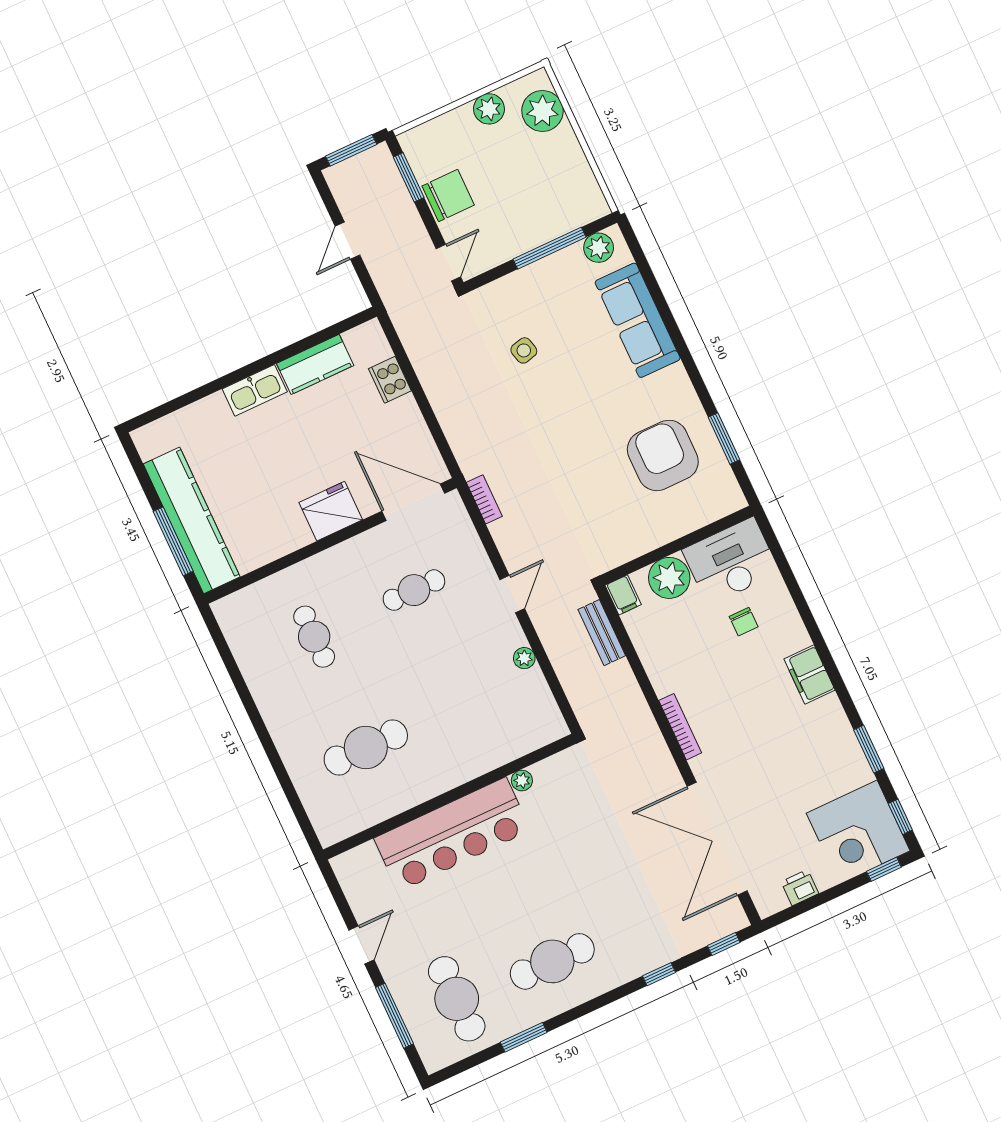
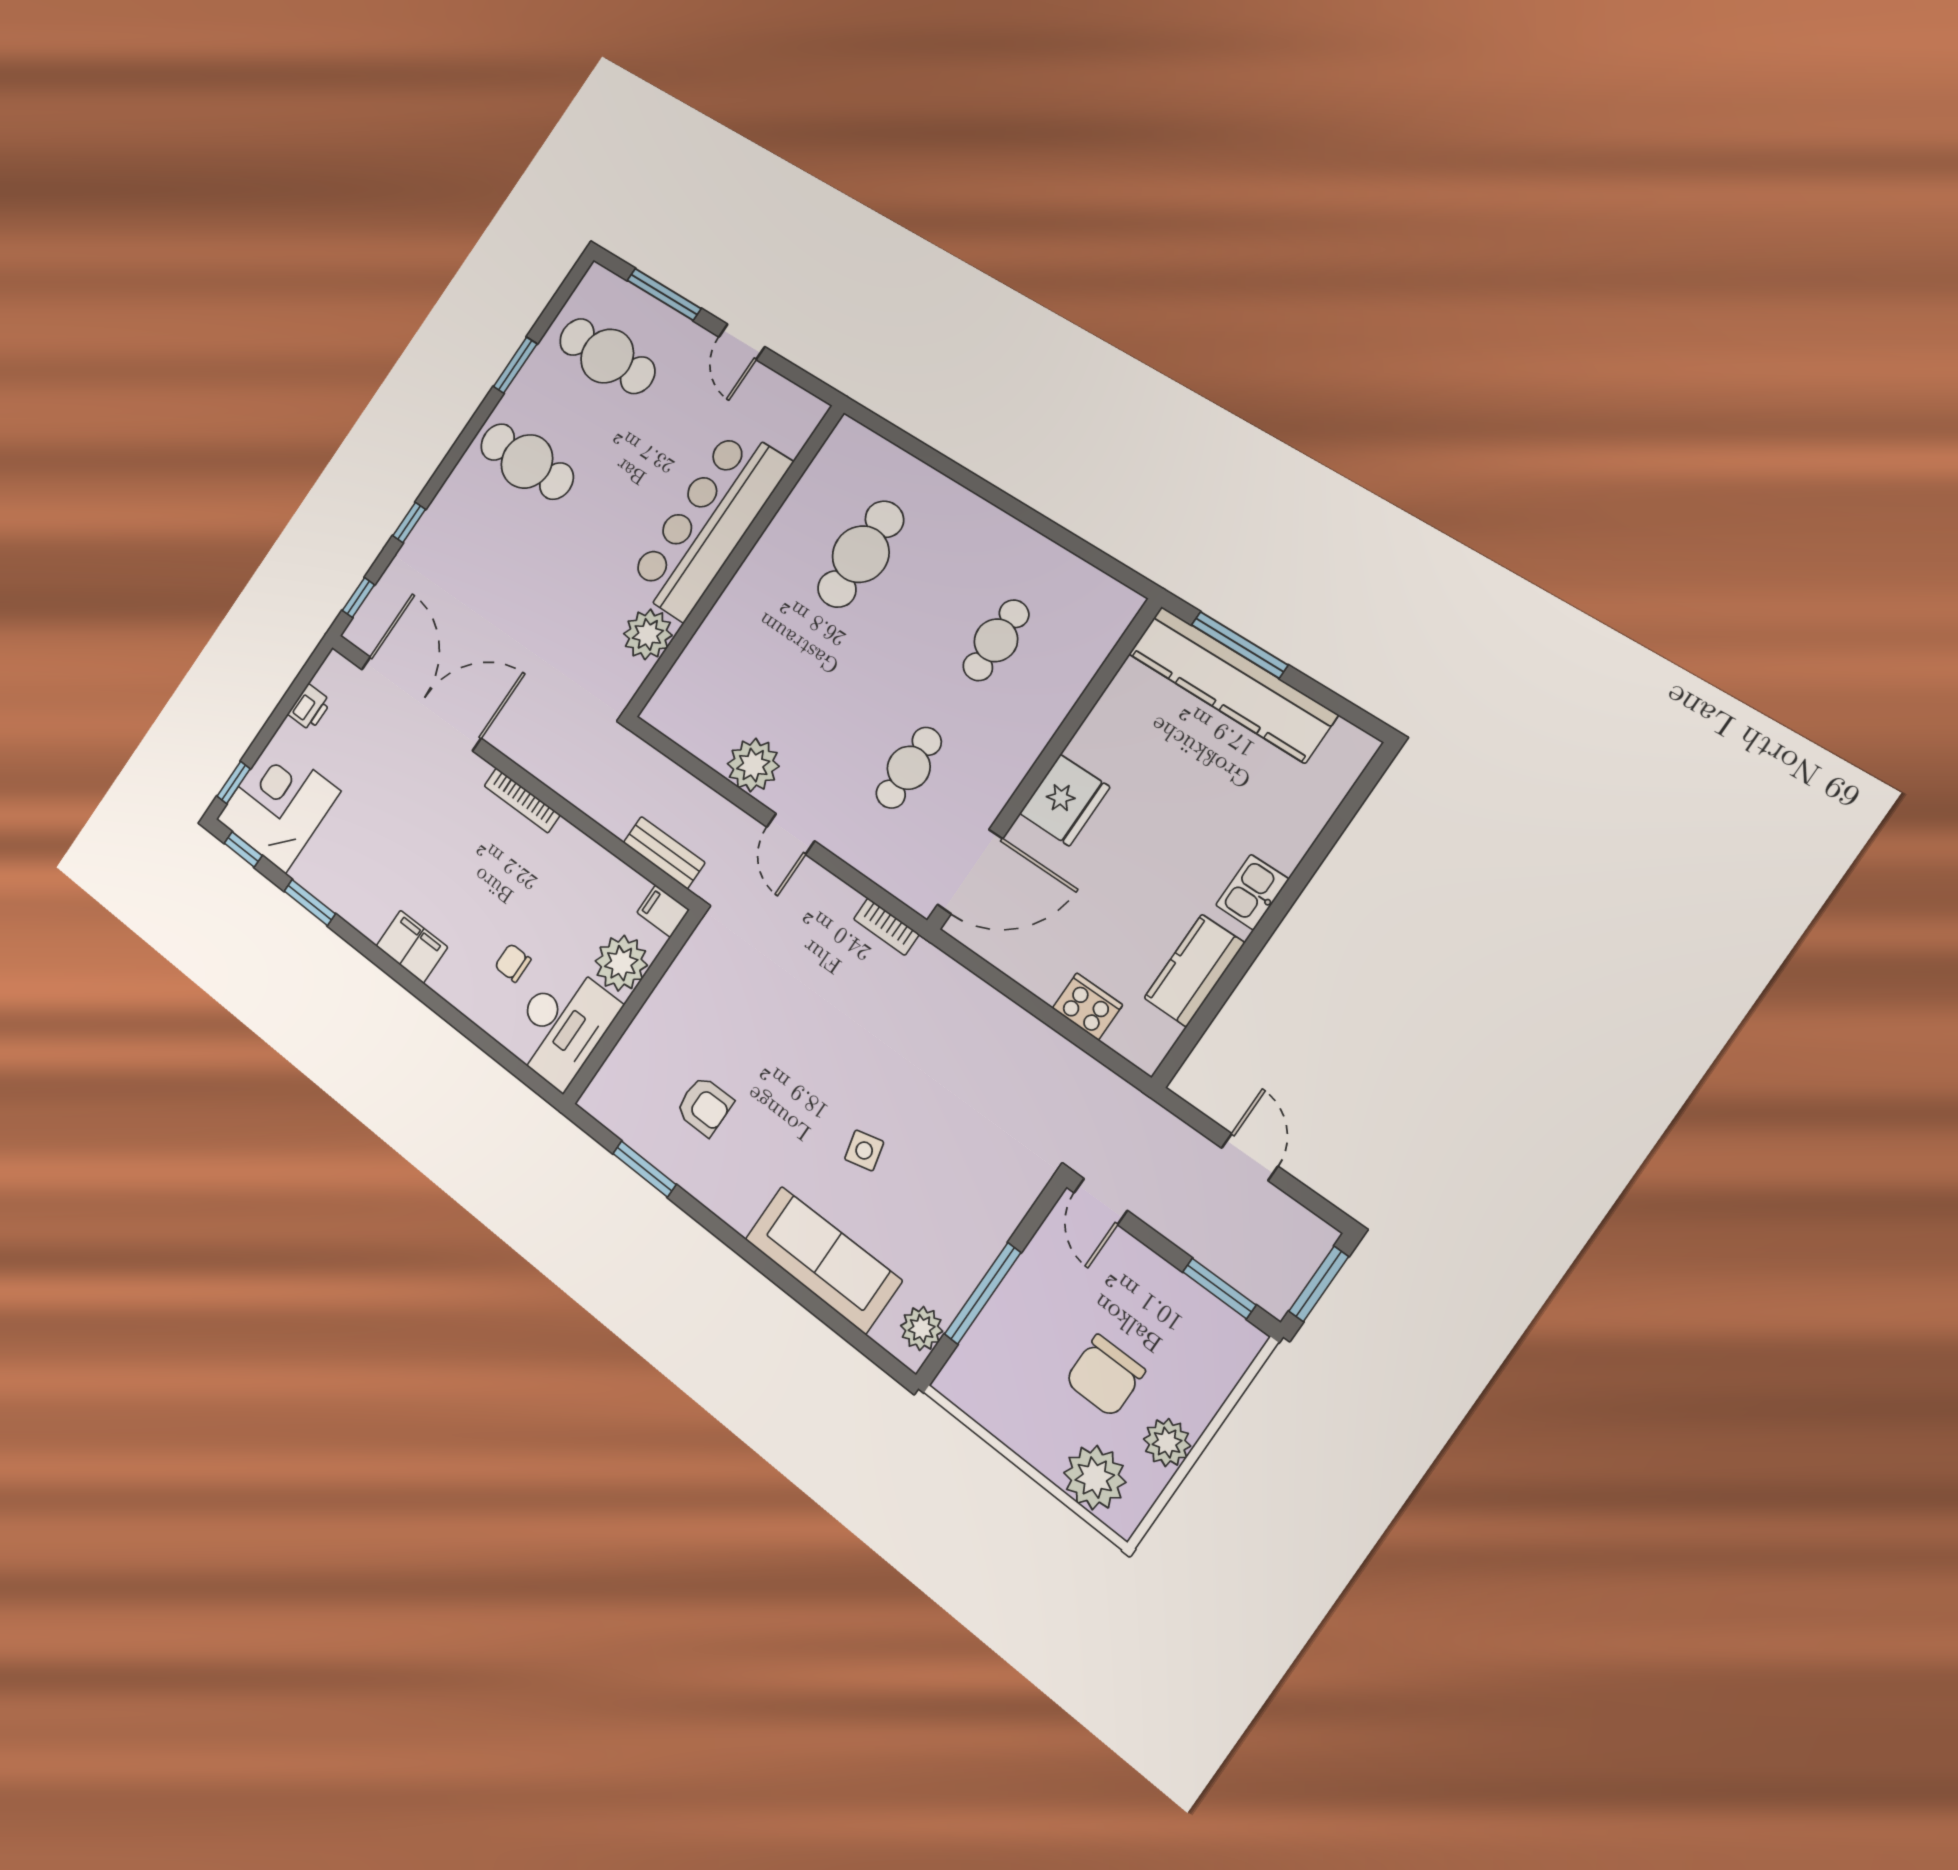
chair: (448, 196) -> (1105, 1376), moved
side table: (524, 350) -> (864, 1150), moved
kitchen sink: (255, 390) -> (1252, 892), width x0.73
armchair: (663, 455) -> (705, 1106), width x0.53, depth x0.53
cafe table: (314, 637) -> (996, 640), turned 90
plant: (524, 658) -> (753, 765), width x1.88, depth x1.88
plant: (522, 781) -> (648, 634), width x1.88, depth x1.88
cafe table: (552, 961) -> (527, 461), turned 90

